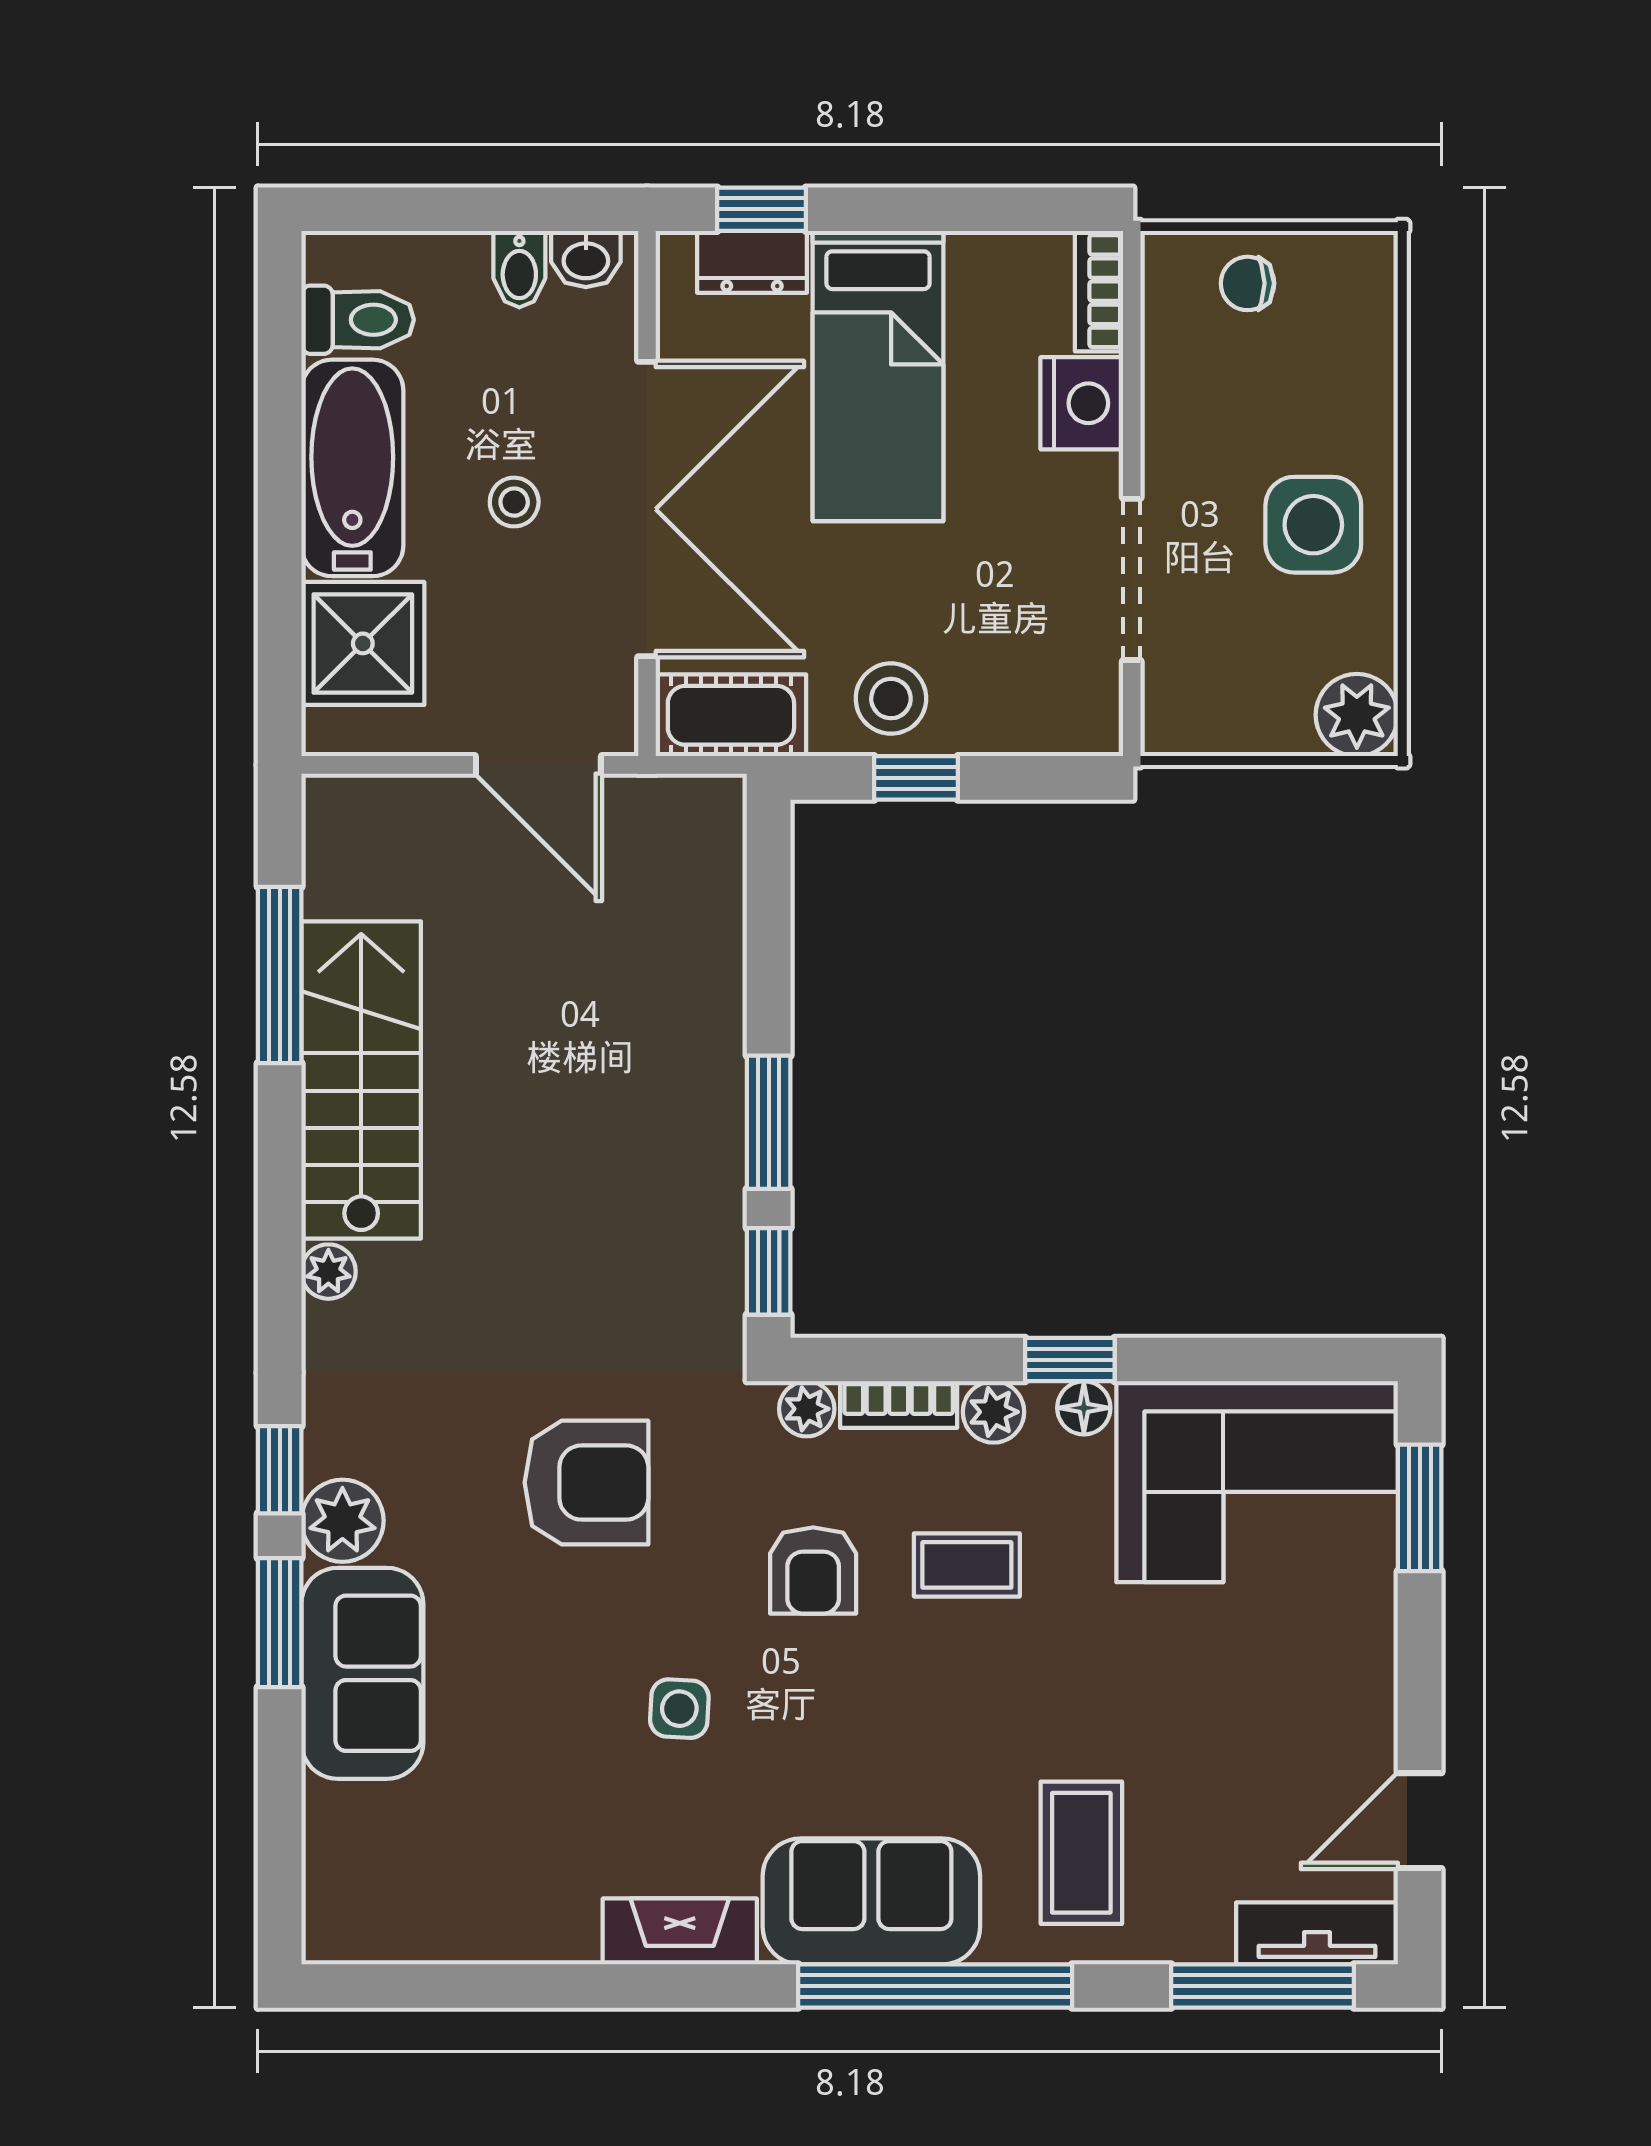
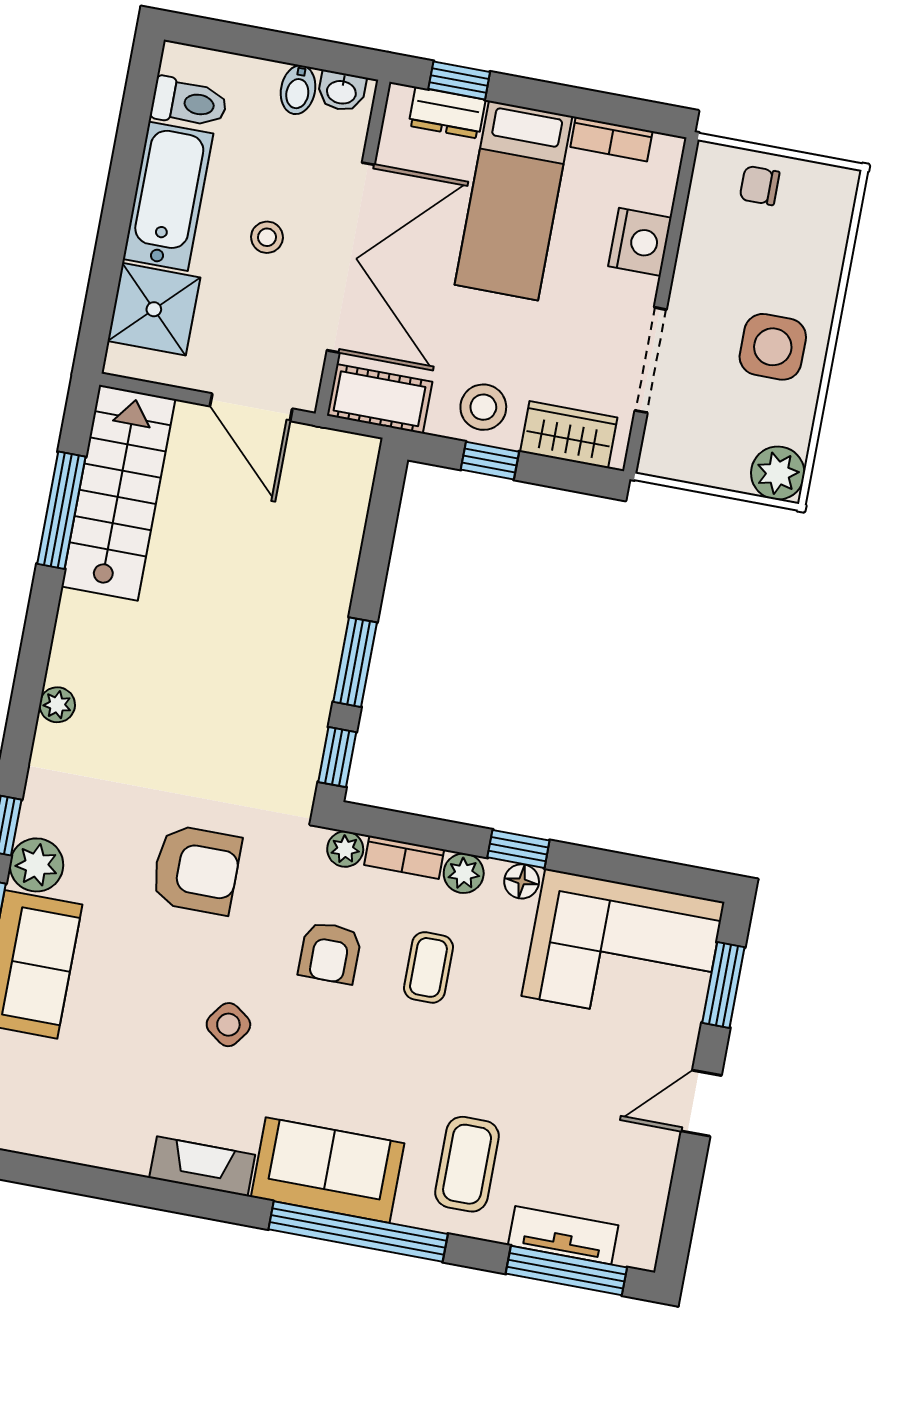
bookcase: (1099, 291) -> (611, 139), moved, turned -90
wardrobe: (1028, 716) -> (569, 435), added
stairs: (361, 1080) -> (118, 493), moved
coffee table: (967, 1565) -> (428, 967), turned 90
side table: (679, 1709) -> (228, 1025), turned 33
door: (1420, 1821) -> (701, 1103), moved
tv unit: (1317, 1933) -> (563, 1235), moved

